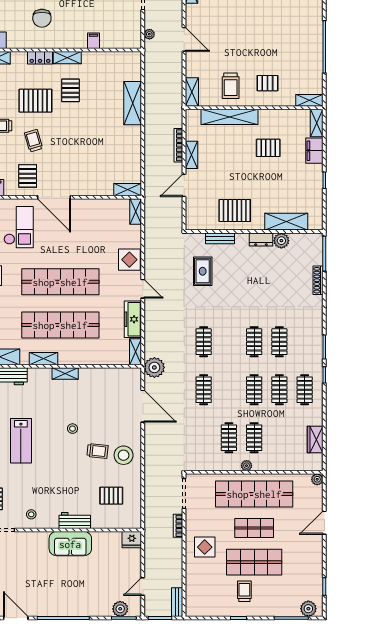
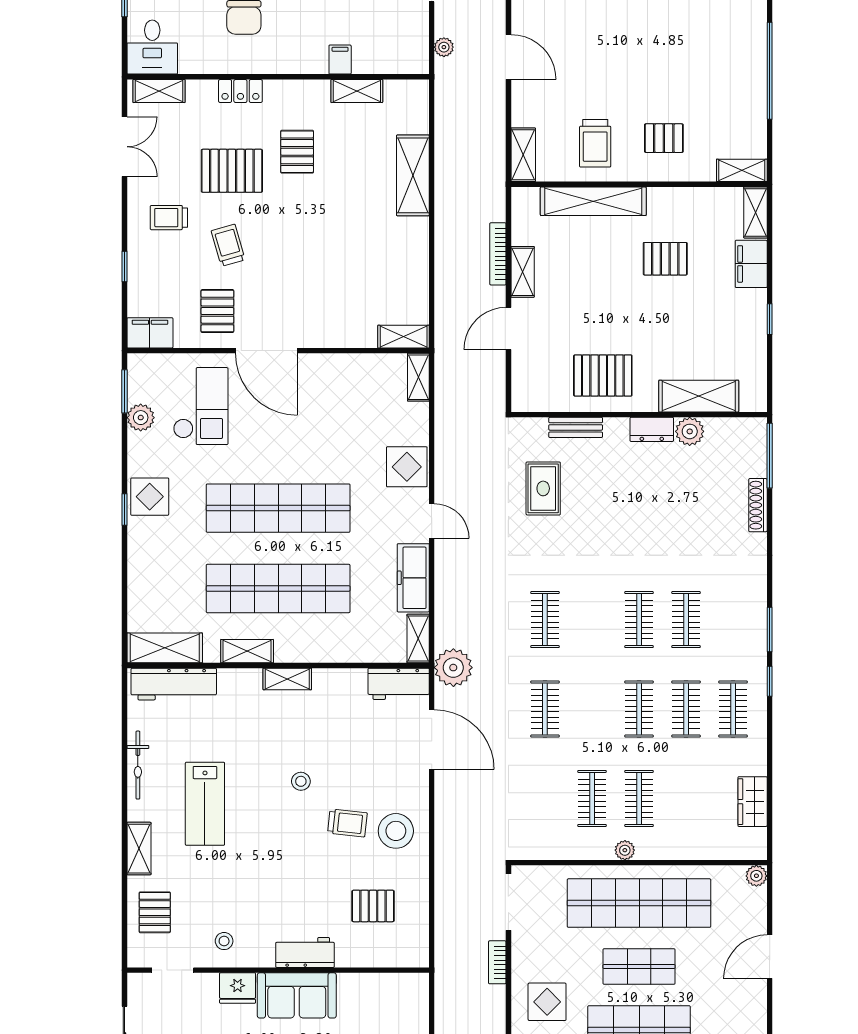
shelving: (67, 58) -> (357, 91), moved
workbench: (125, 376) -> (399, 684), added
fridge: (132, 540) -> (238, 988), moved

